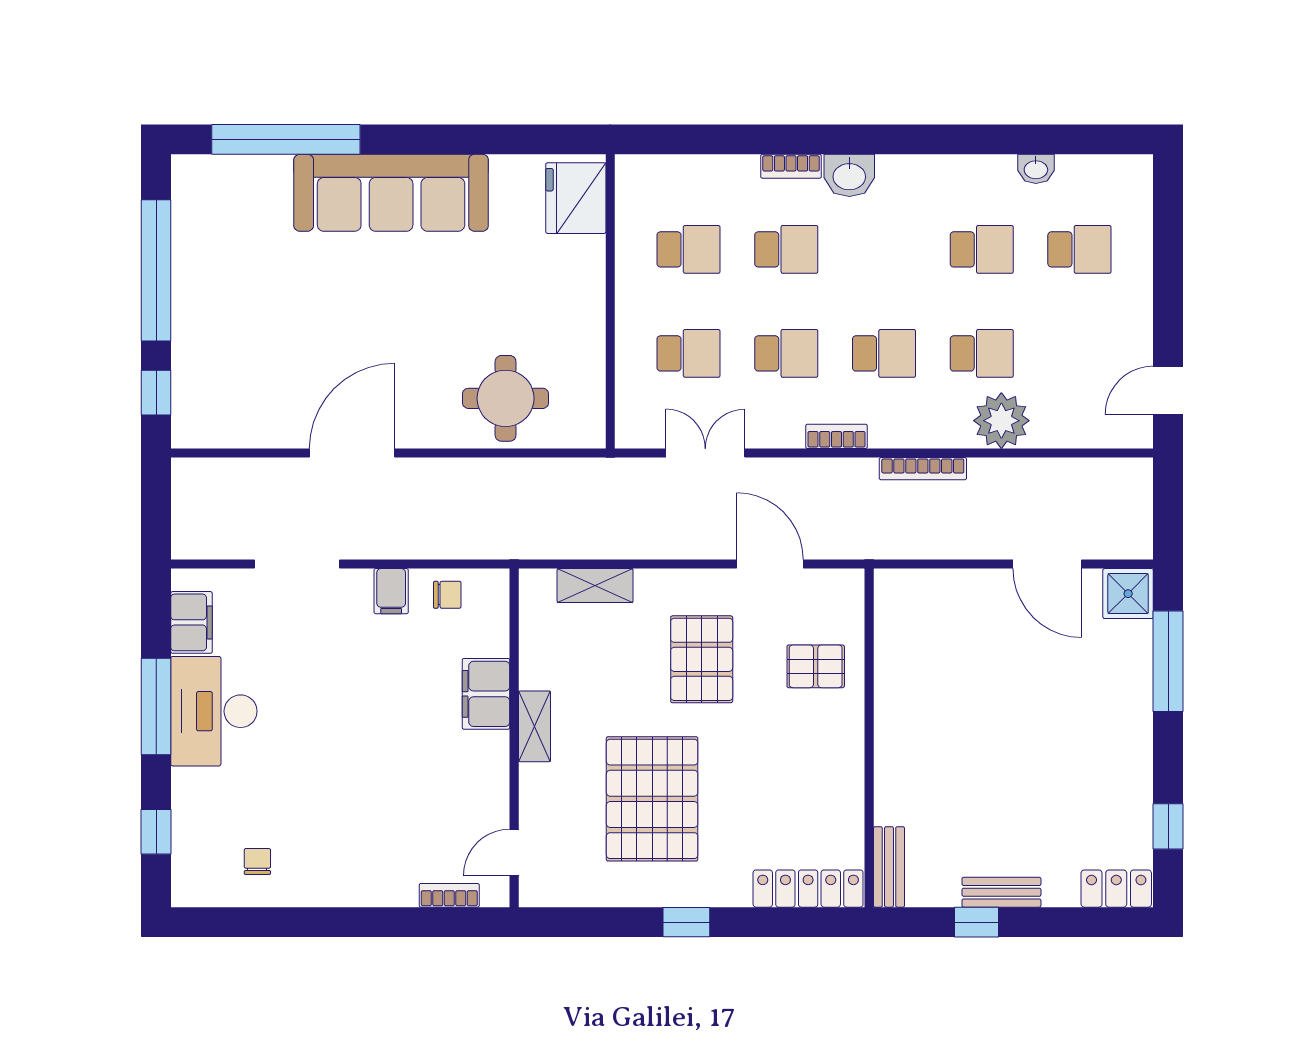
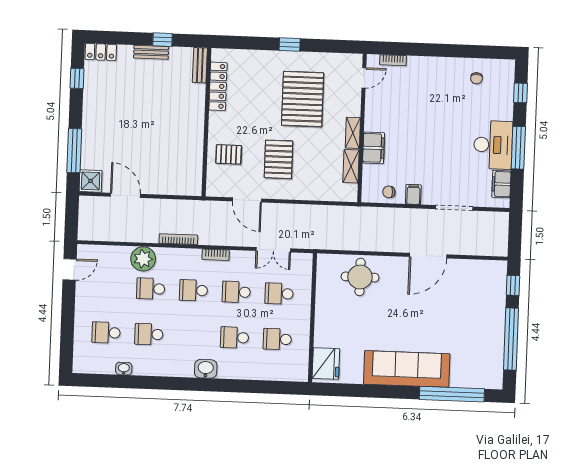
bookcase: (791, 166) -> (231, 374), removed
shelving: (595, 586) -> (351, 166), moved, turned 90
locker: (808, 889) -> (218, 86), moved, turned -90

